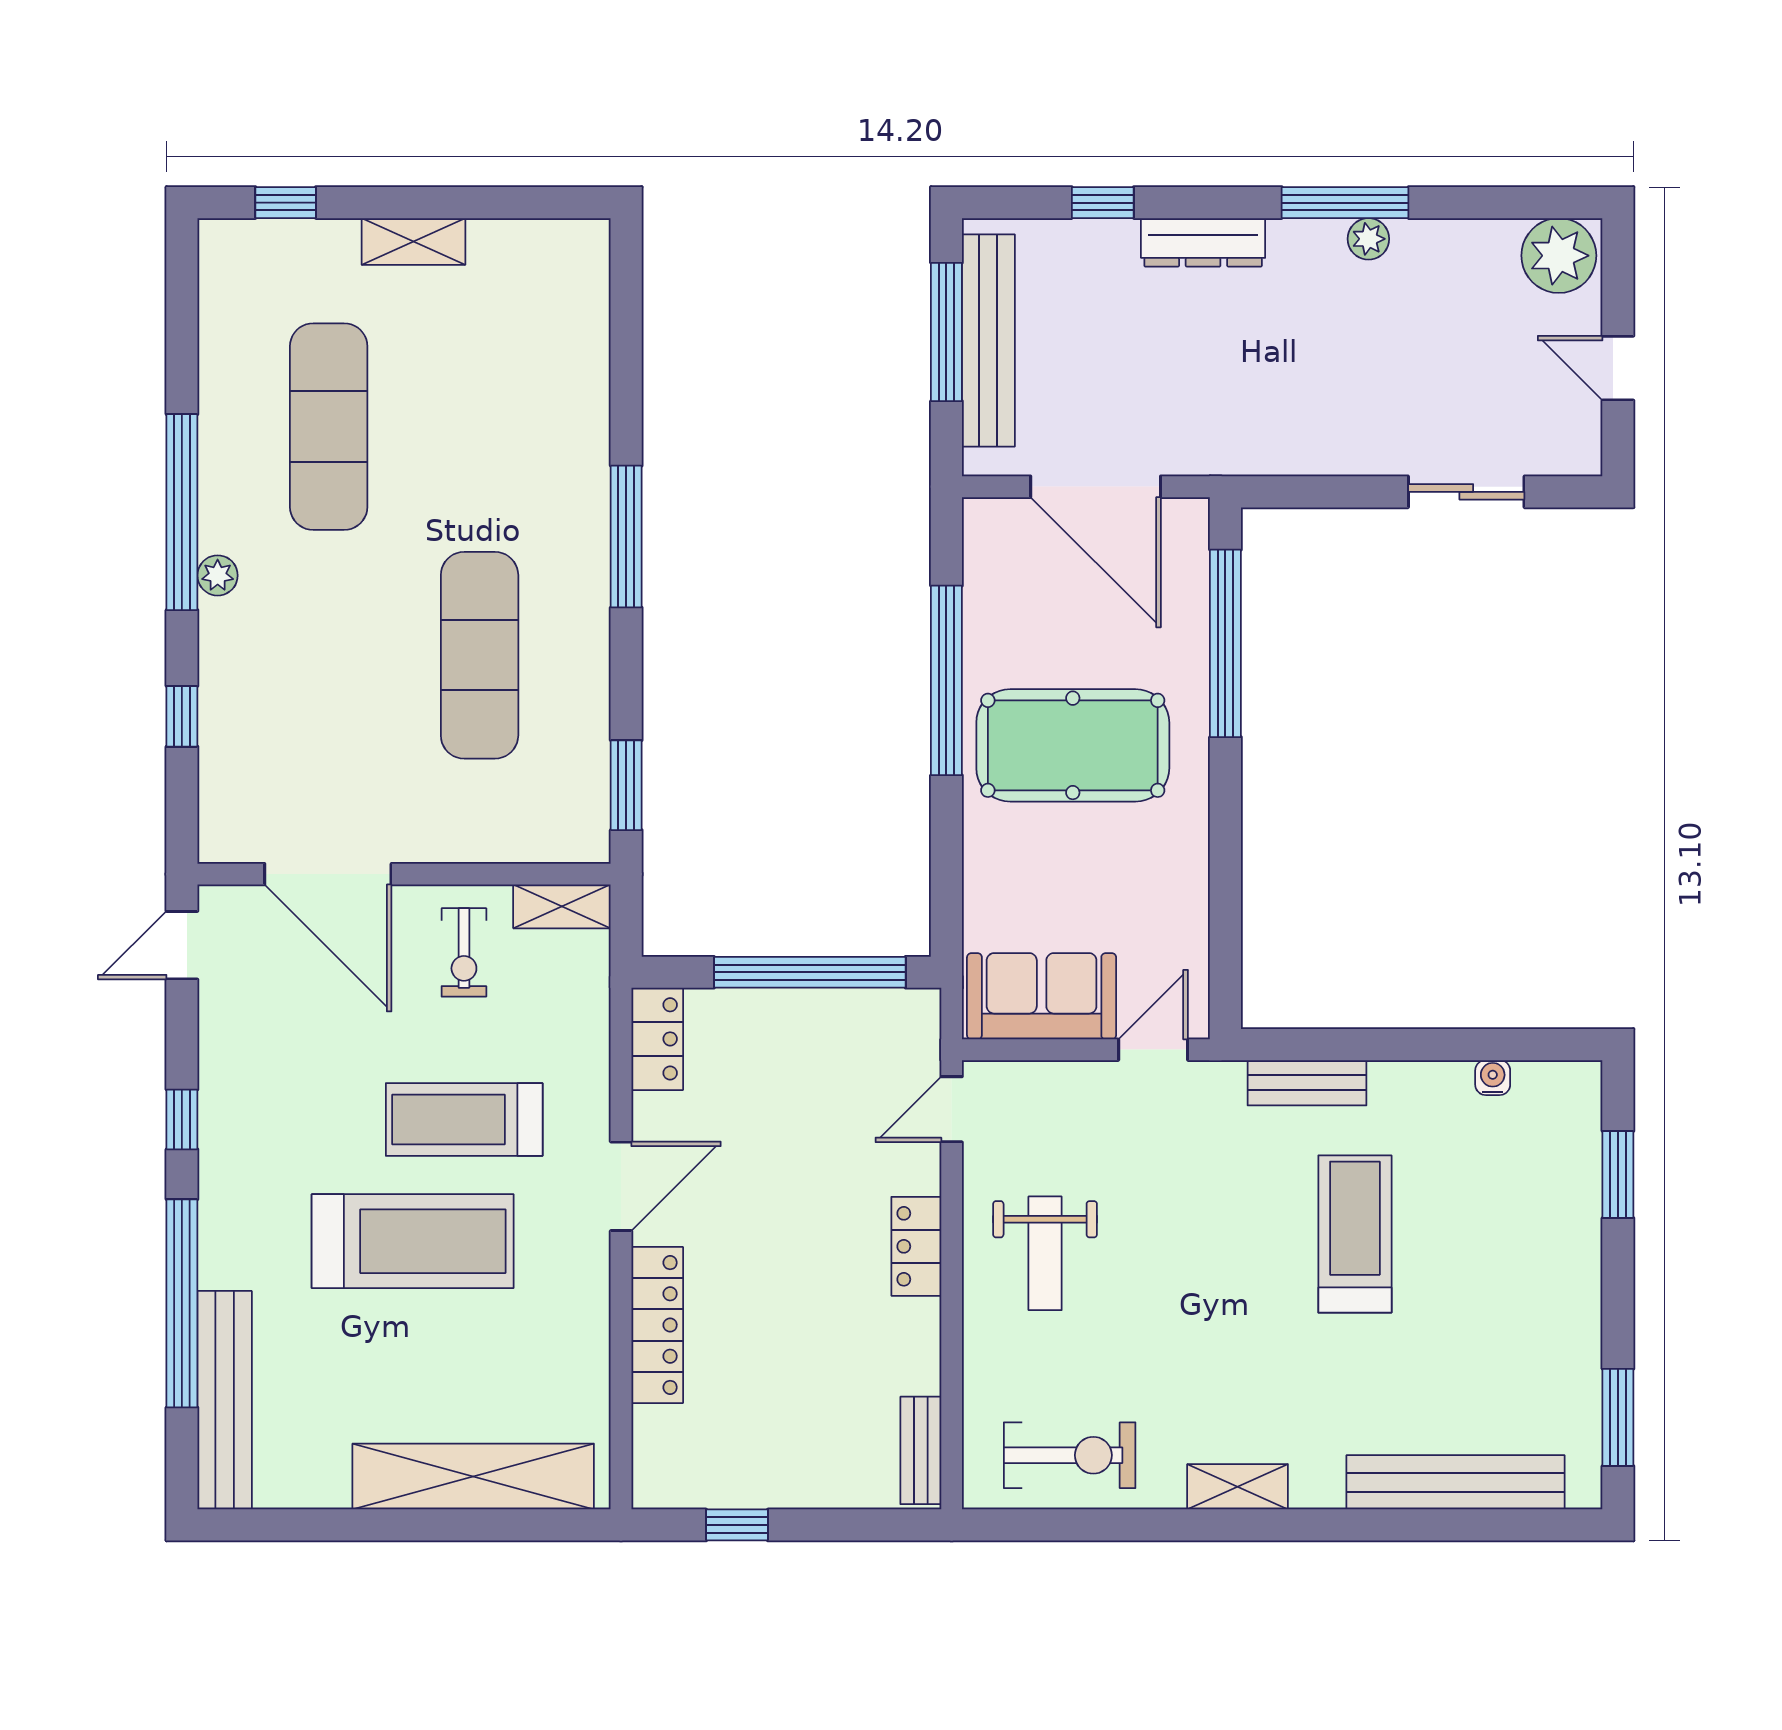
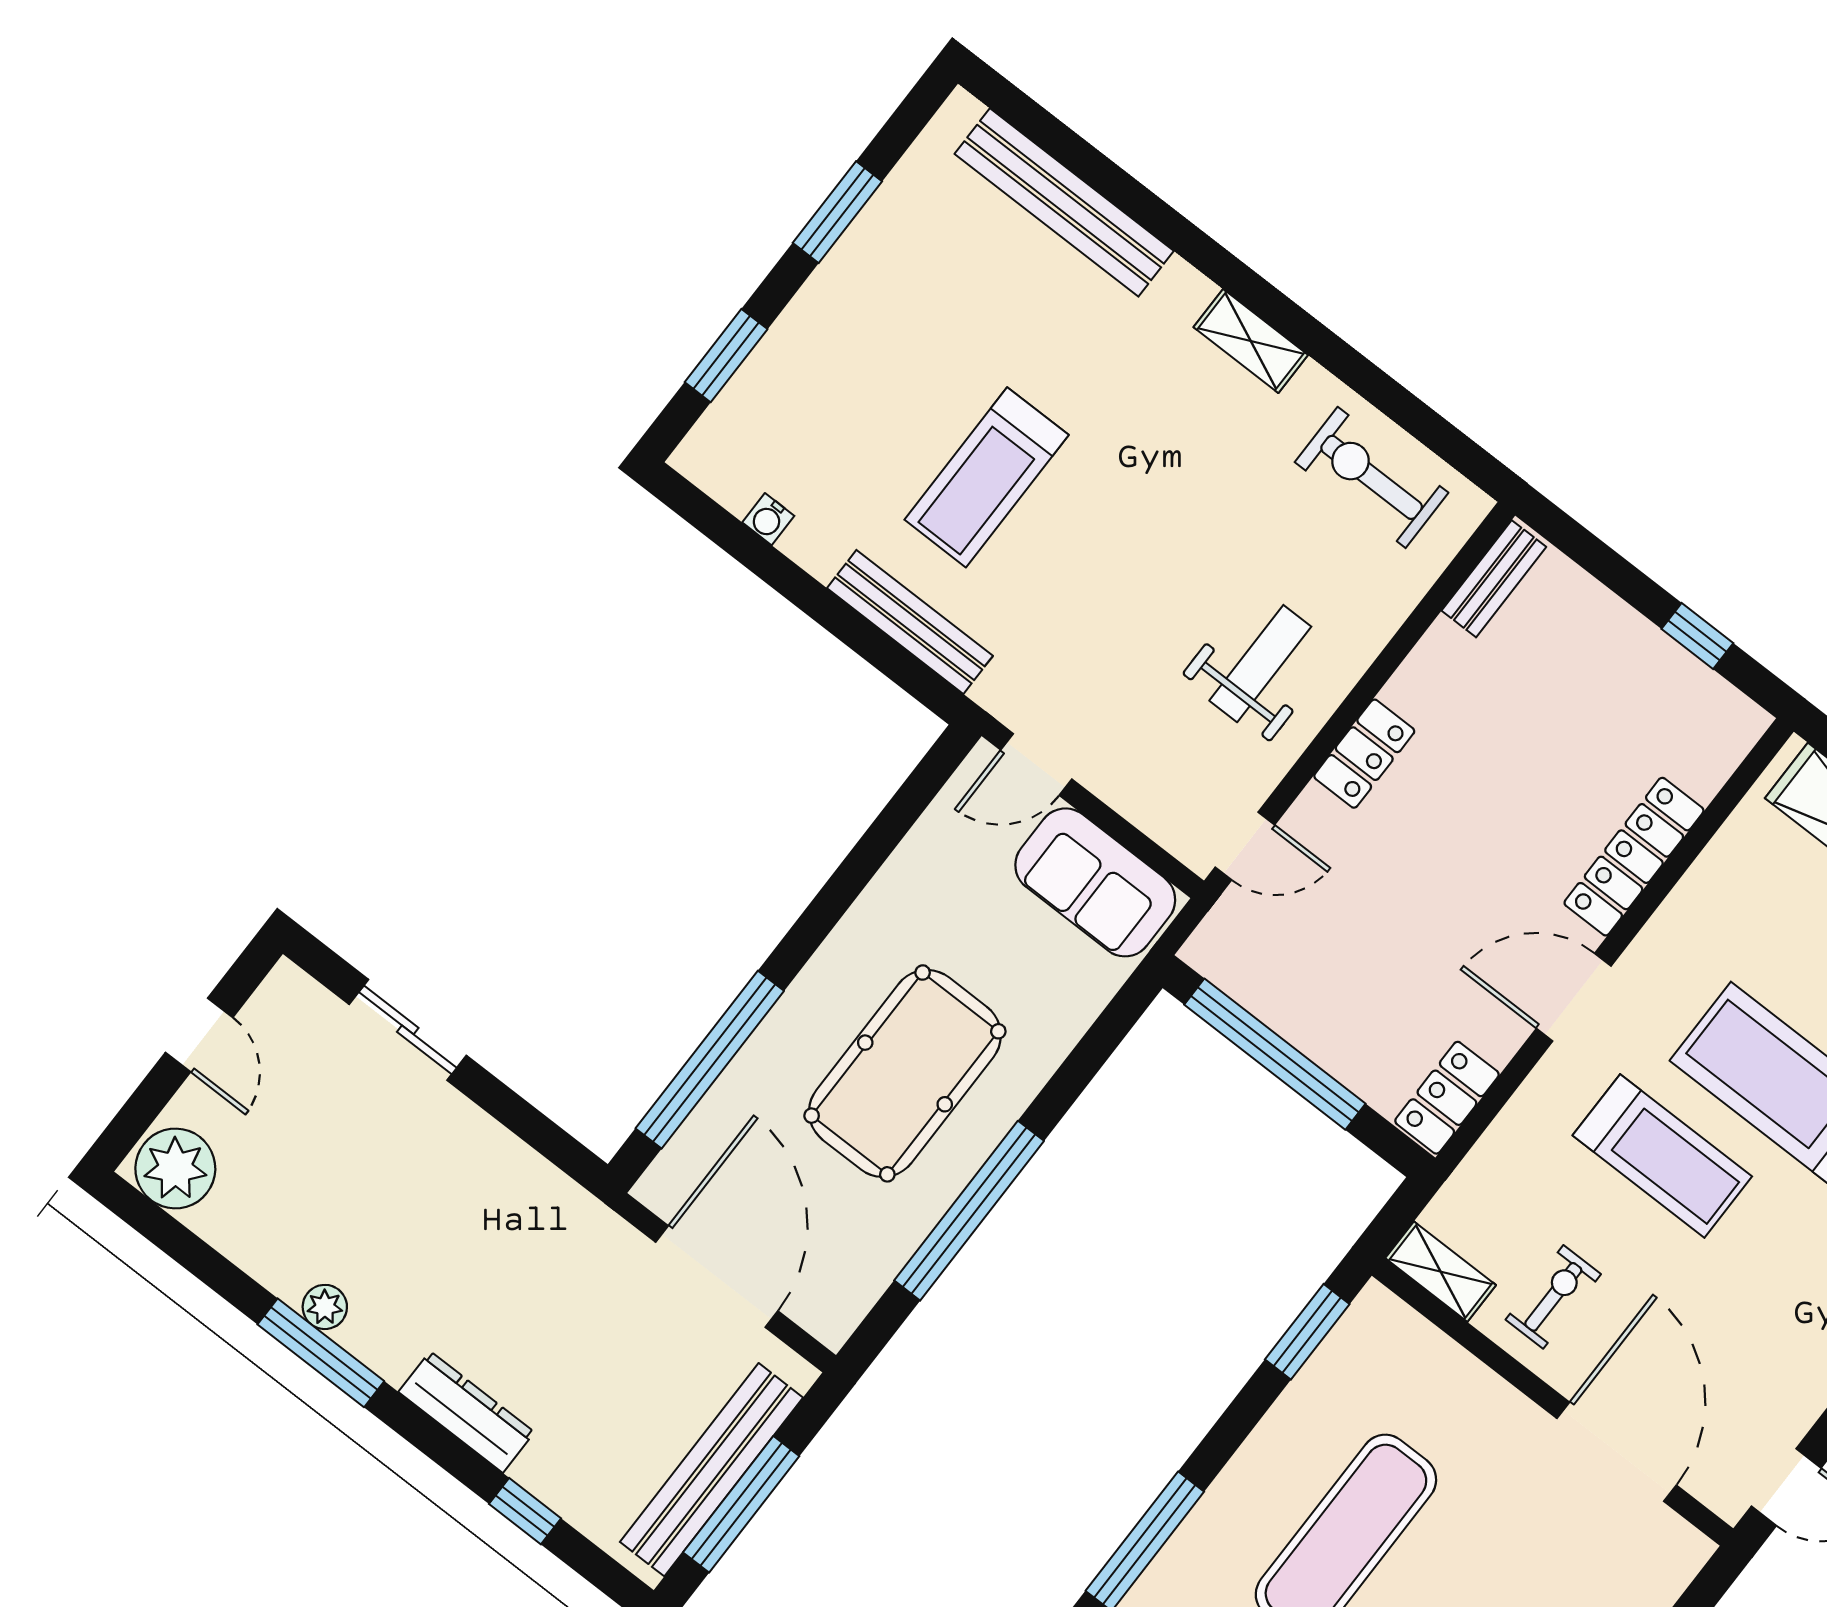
pool table: (1073, 745) -> (905, 1073), turned 90
bench: (1307, 1083) -> (910, 622), width x1.36
window: (1618, 1417) -> (837, 212), moved

